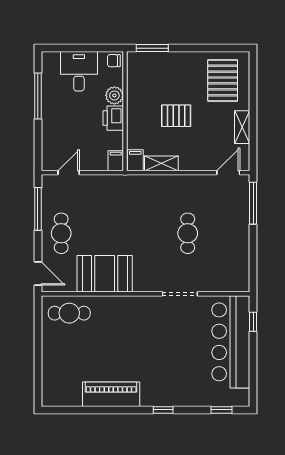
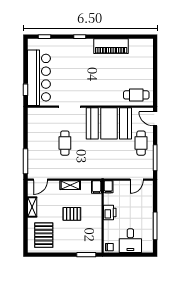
plant: (114, 95) -> (109, 226), removed
shelving: (161, 163) -> (70, 185), moved
booth: (105, 274) -> (109, 123), width x1.36, depth x1.42

